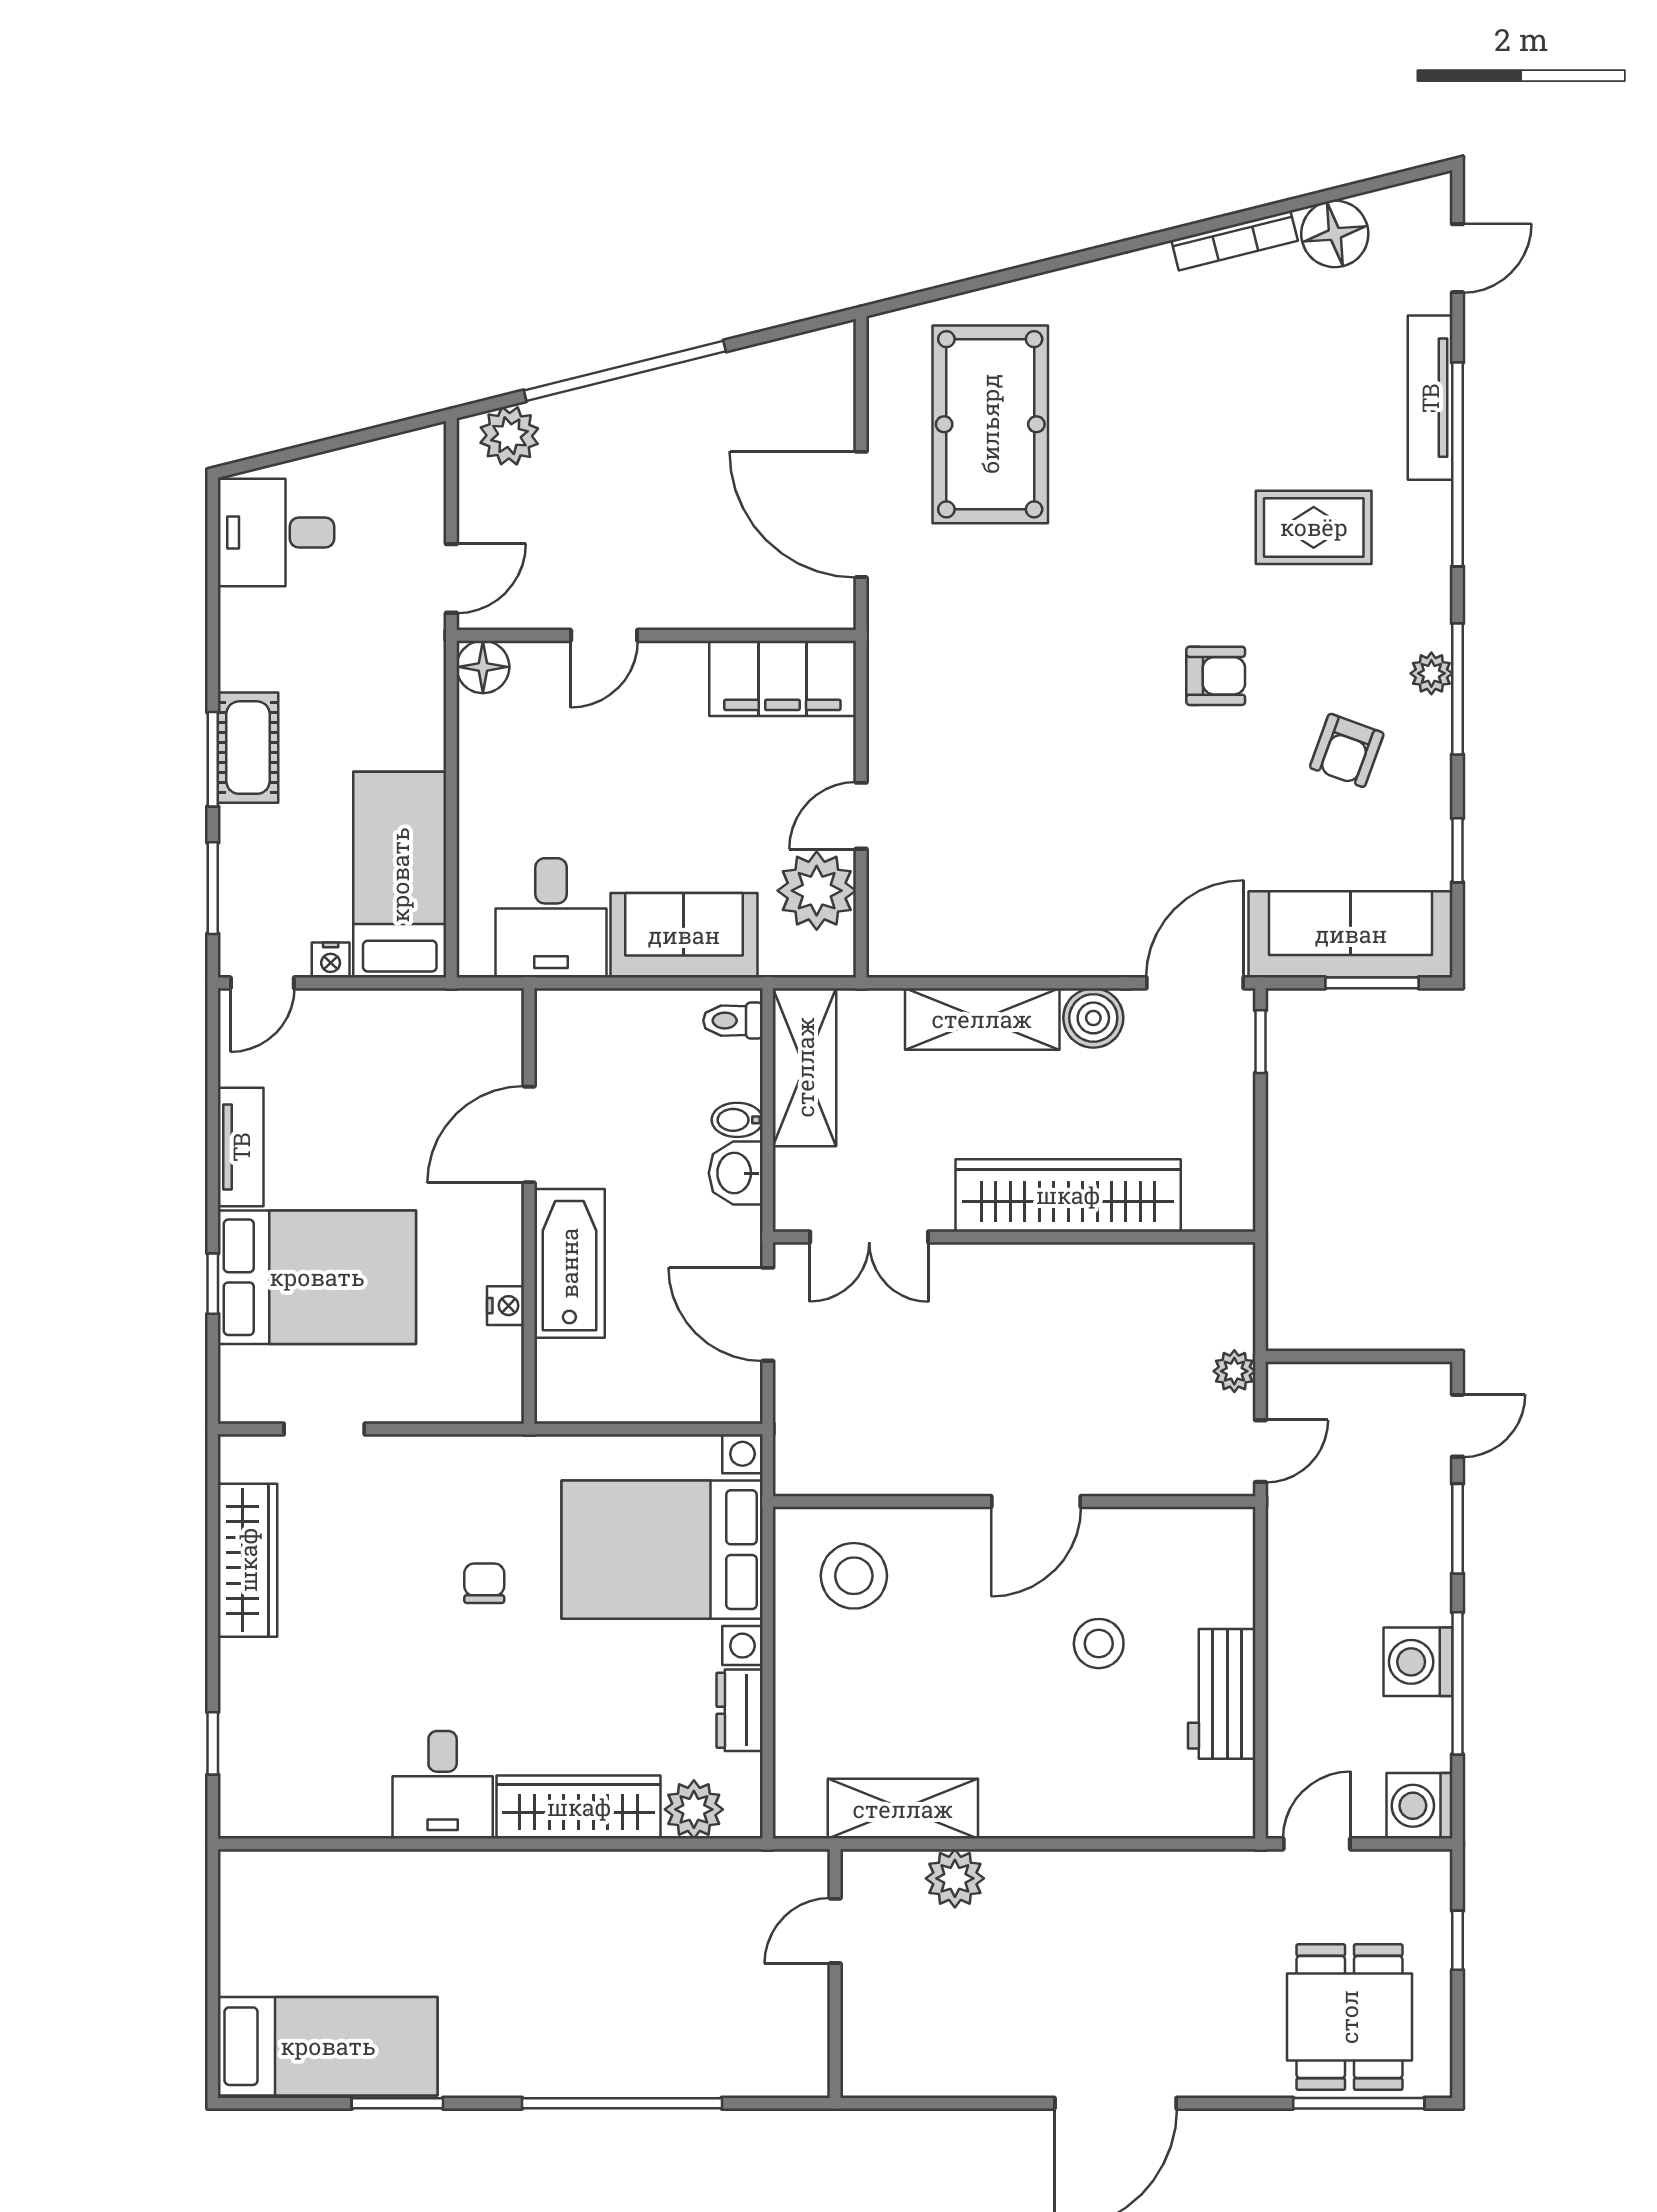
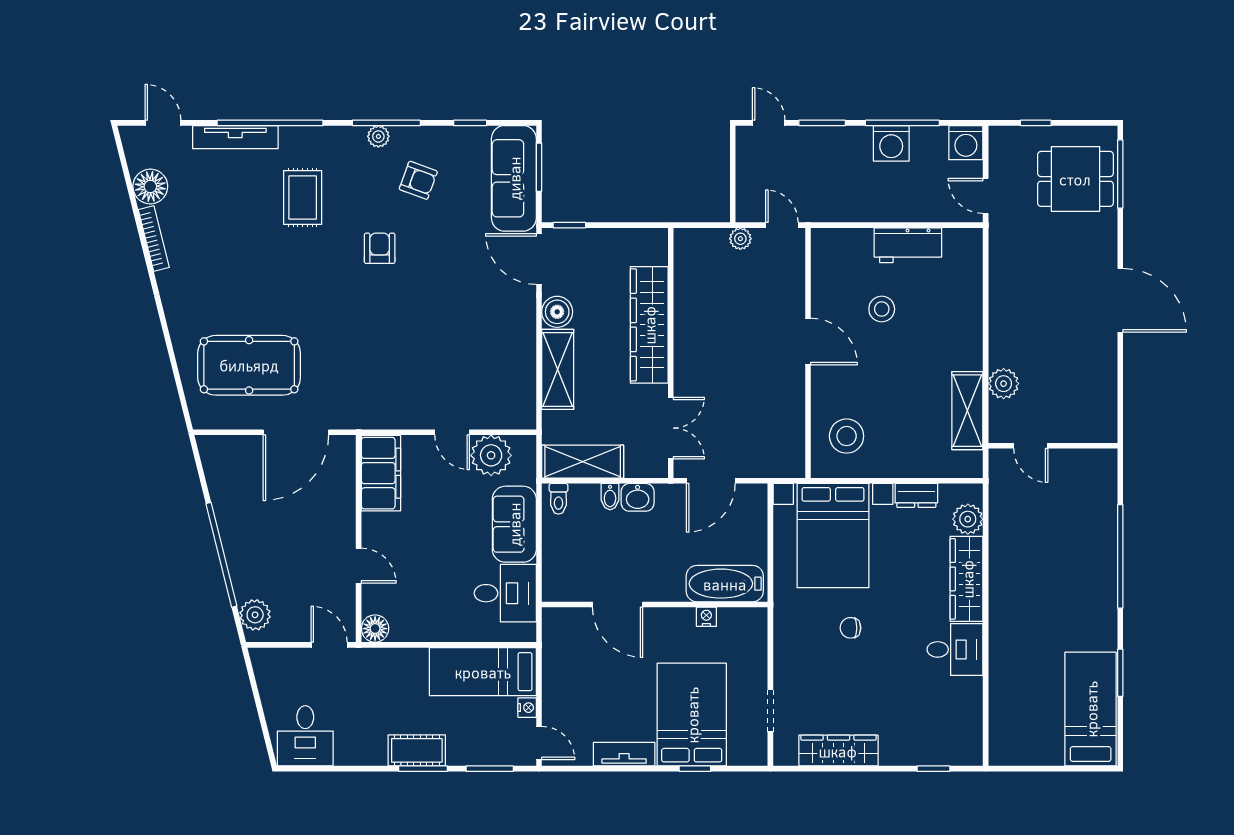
bathtub: (569, 1263) -> (725, 584), moved

